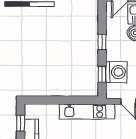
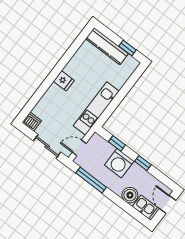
washing machine: (116, 72) -> (119, 163), moved

